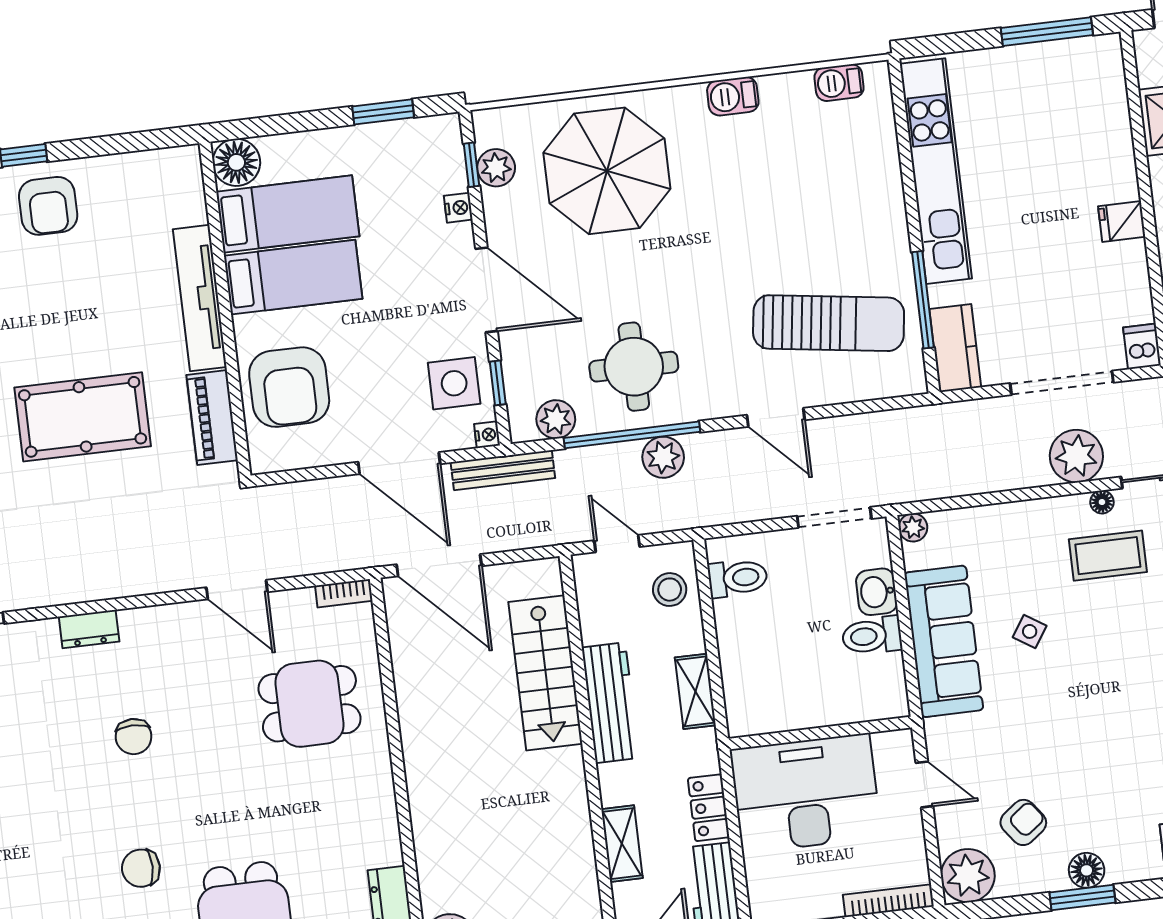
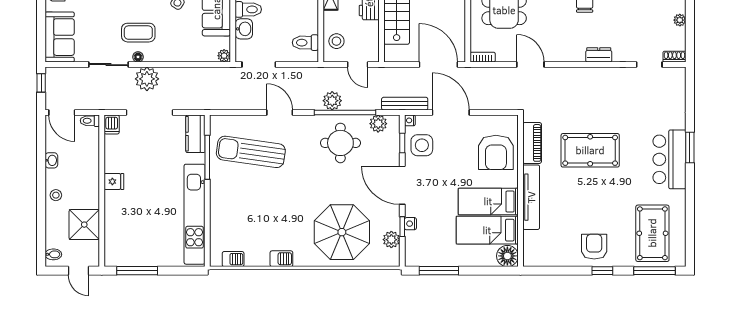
window: (383, 112) -> (439, 271), width x1.44
window: (471, 165) -> (402, 227), moved
armchair: (289, 387) -> (496, 152), turned 180

